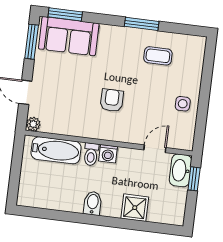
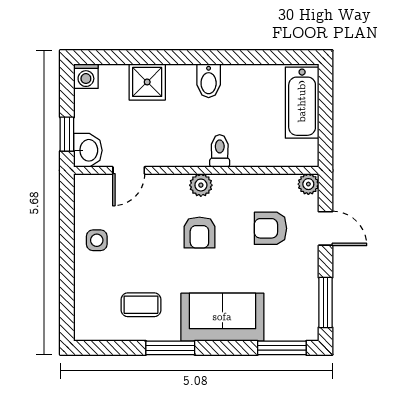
sofa: (69, 36) -> (222, 317), moved
armchair: (63, 97) -> (270, 228), added
plant: (107, 133) -> (201, 185), added
bathtub: (56, 150) -> (302, 103), moved, turned -90
washing machine: (108, 154) -> (86, 76), moved, turned 180
washbasin: (181, 170) -> (88, 150), width x0.72

